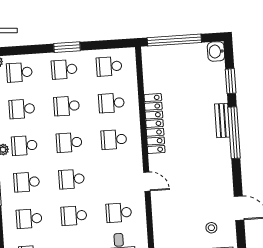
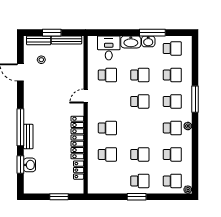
window: (174, 40) -> (59, 197), width x0.47
washbasin: (216, 51) -> (29, 165), moved
school desk: (109, 66) -> (107, 181), removed
locker: (150, 79) -> (79, 170), added
school desk: (69, 143) -> (140, 128), removed
door: (147, 182) -> (86, 96), hinge flipped

